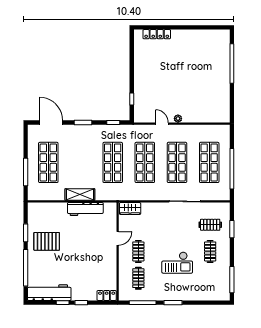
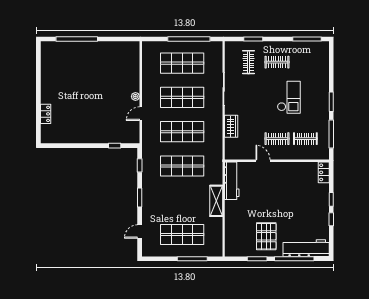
locker: (157, 34) -> (46, 114), width x0.66
door: (51, 123) -> (140, 232), width x0.53
workbench: (85, 209) -> (232, 181), moved
wardrobe: (130, 209) -> (231, 126), moved
workbench: (49, 293) -> (306, 248), moved, turned 90

